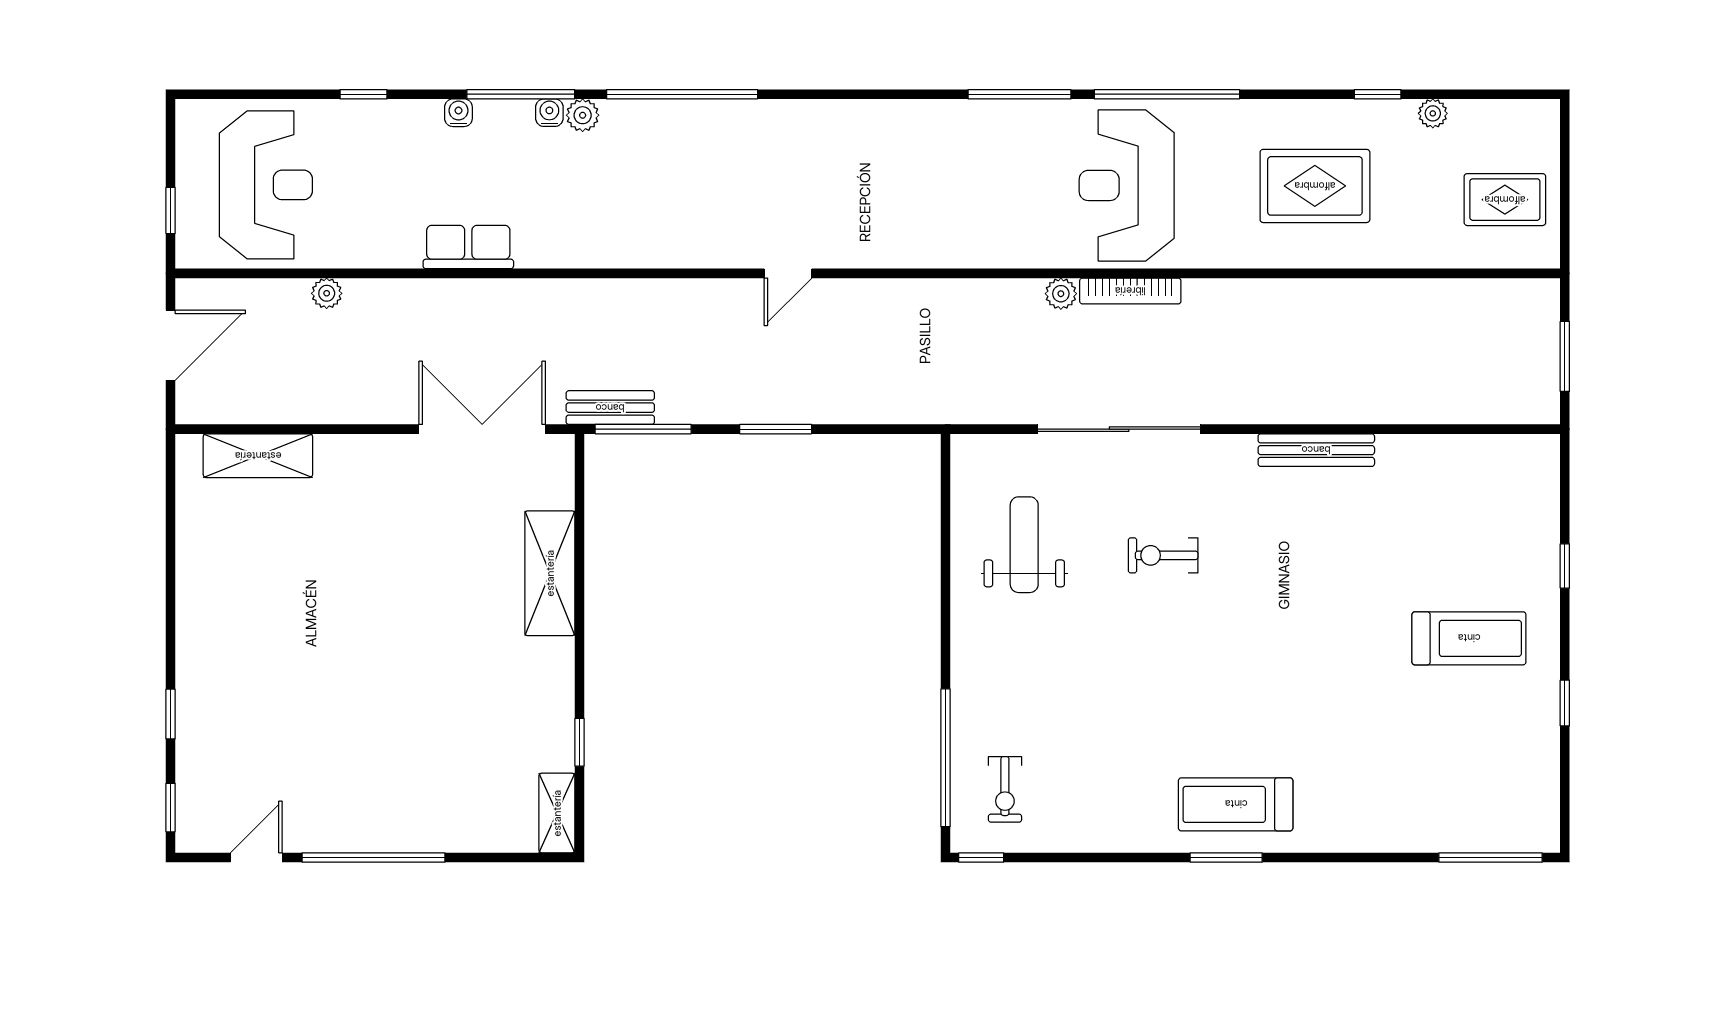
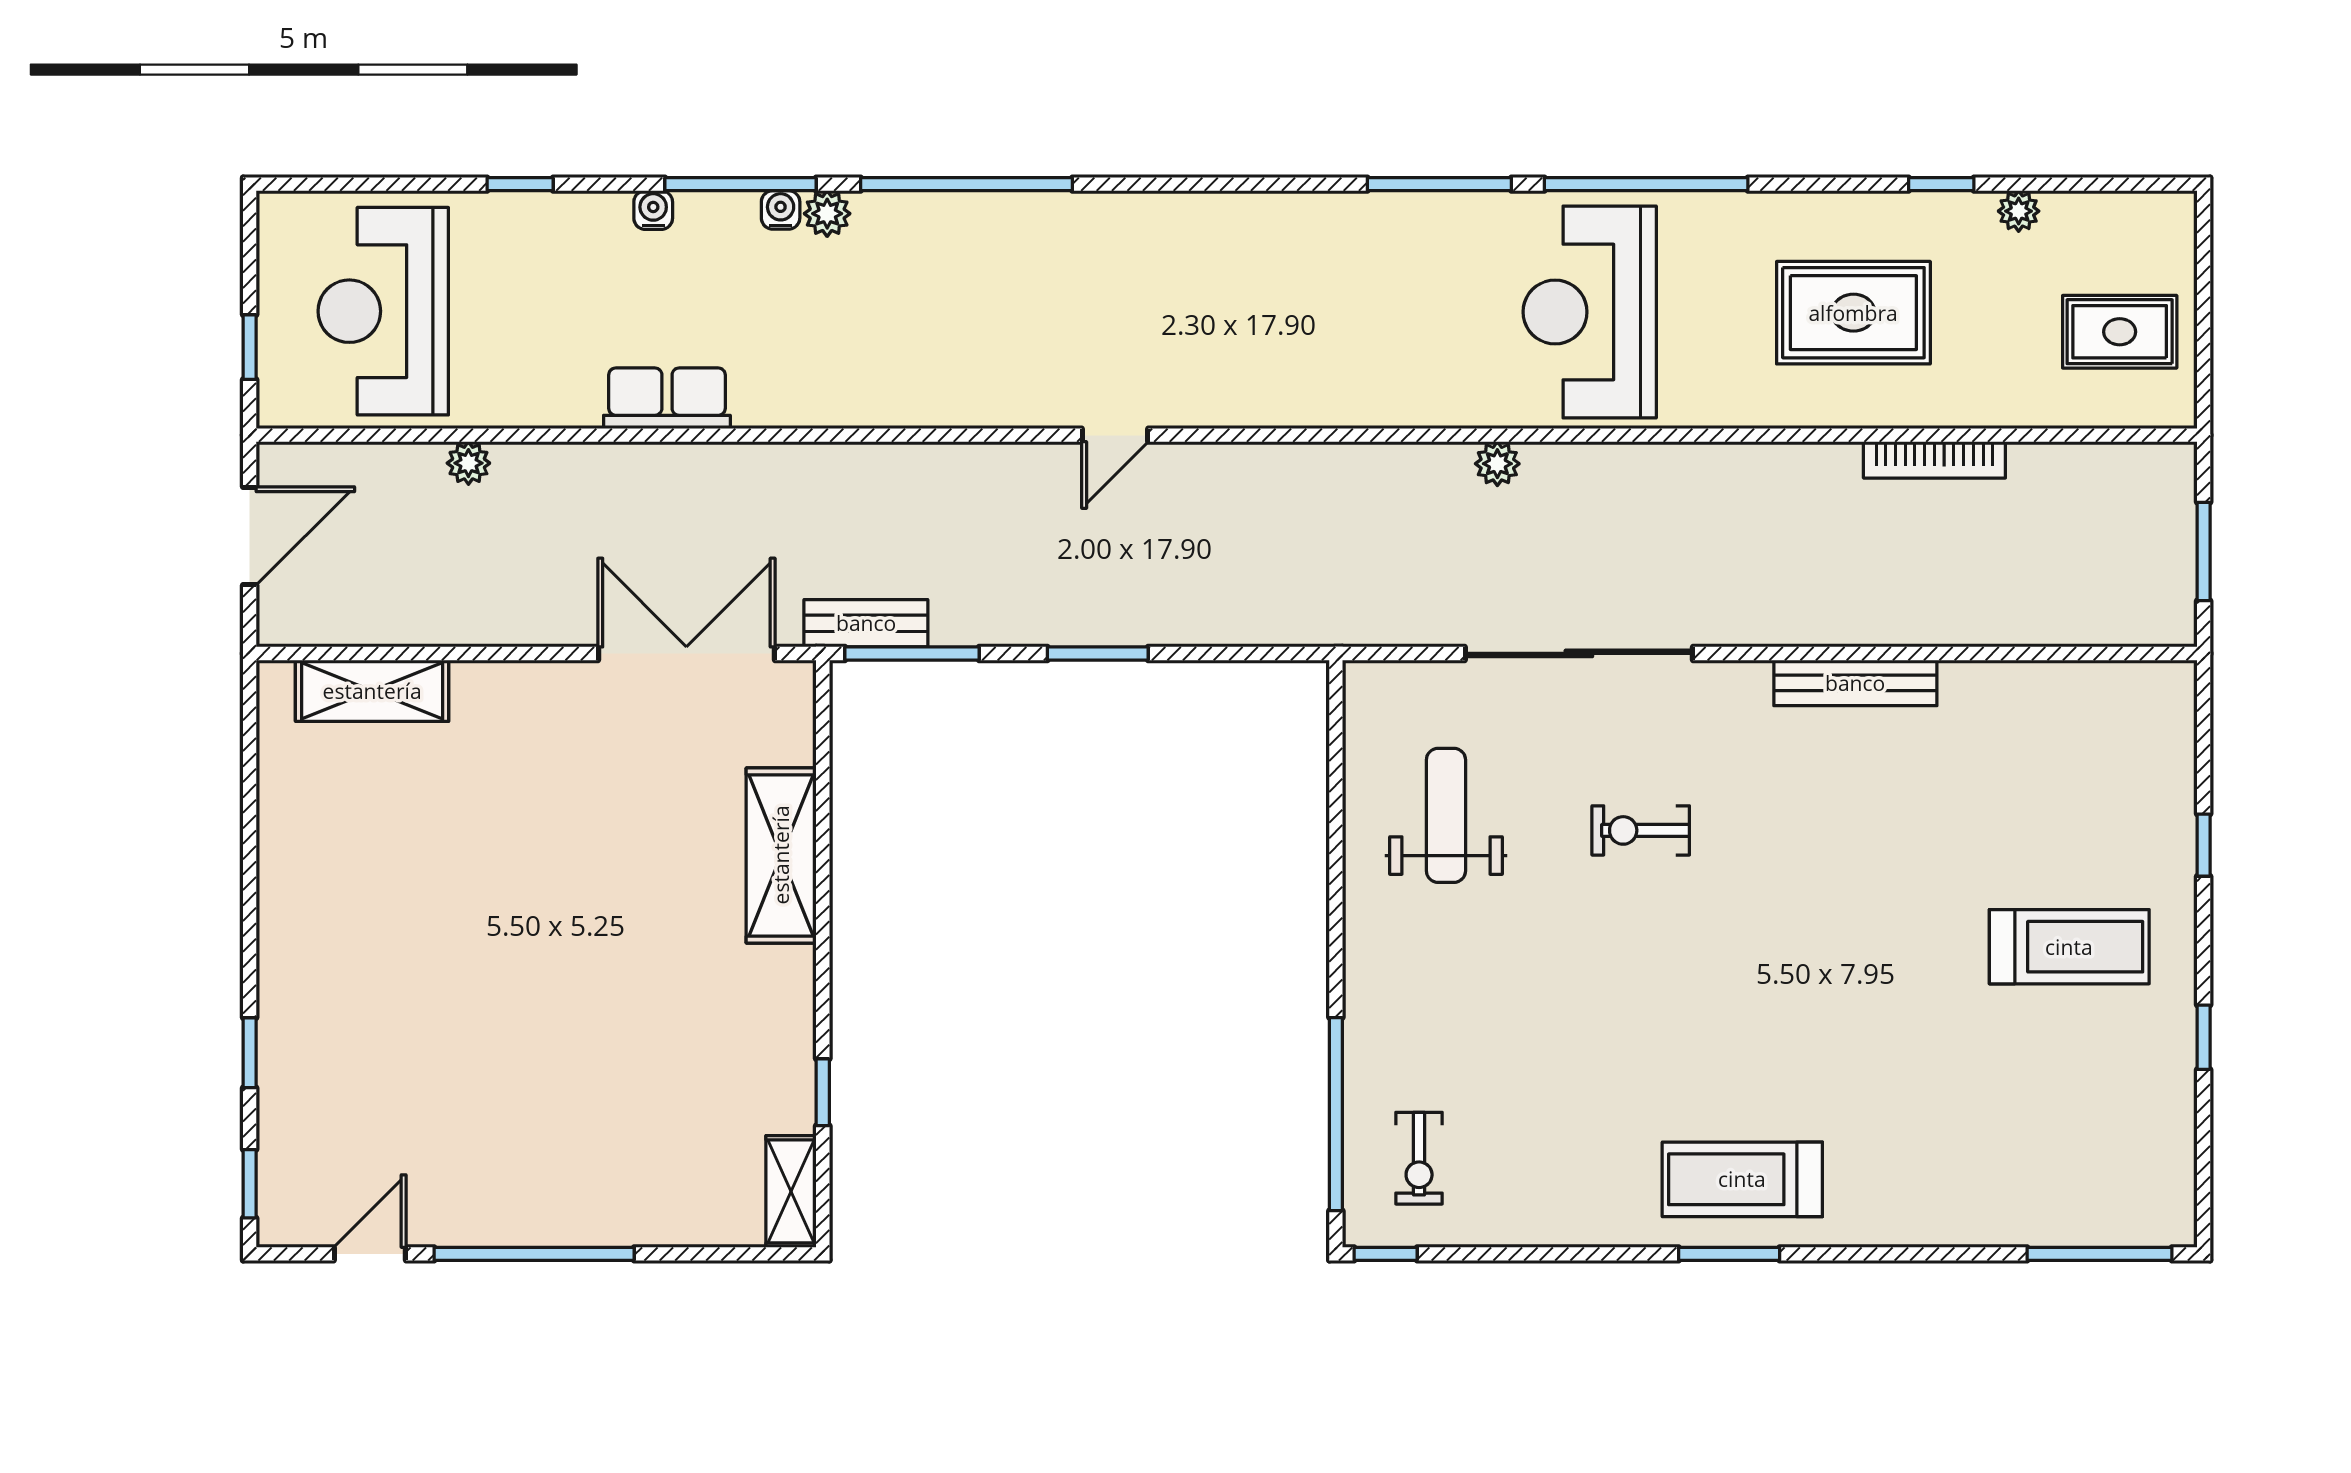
reception desk: (266, 185) -> (383, 311), turned 180
bookcase: (1130, 291) -> (1934, 460), moved

